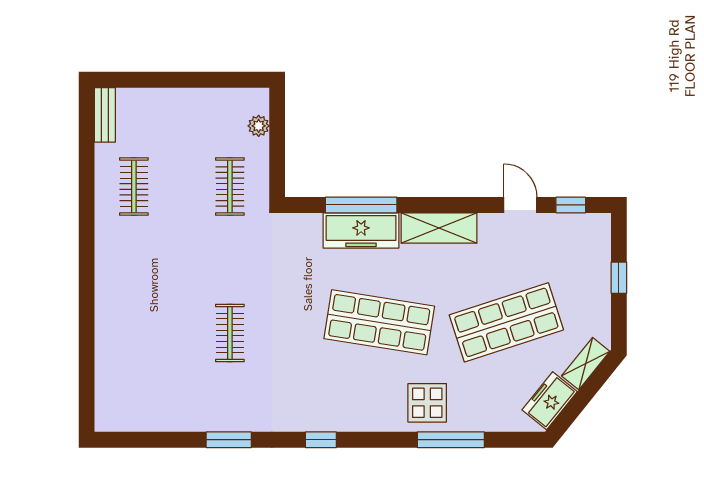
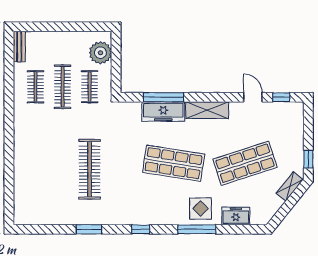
plant: (259, 126) -> (100, 53), width x1.88, depth x1.88
clothes rail: (182, 186) -> (63, 87), added
window: (619, 278) -> (308, 159), moved
clothes rail: (230, 333) -> (90, 169), width x1.86, depth x1.31
freezer: (550, 401) -> (236, 216), moved, turned 51
window: (451, 440) -> (197, 229), moved

